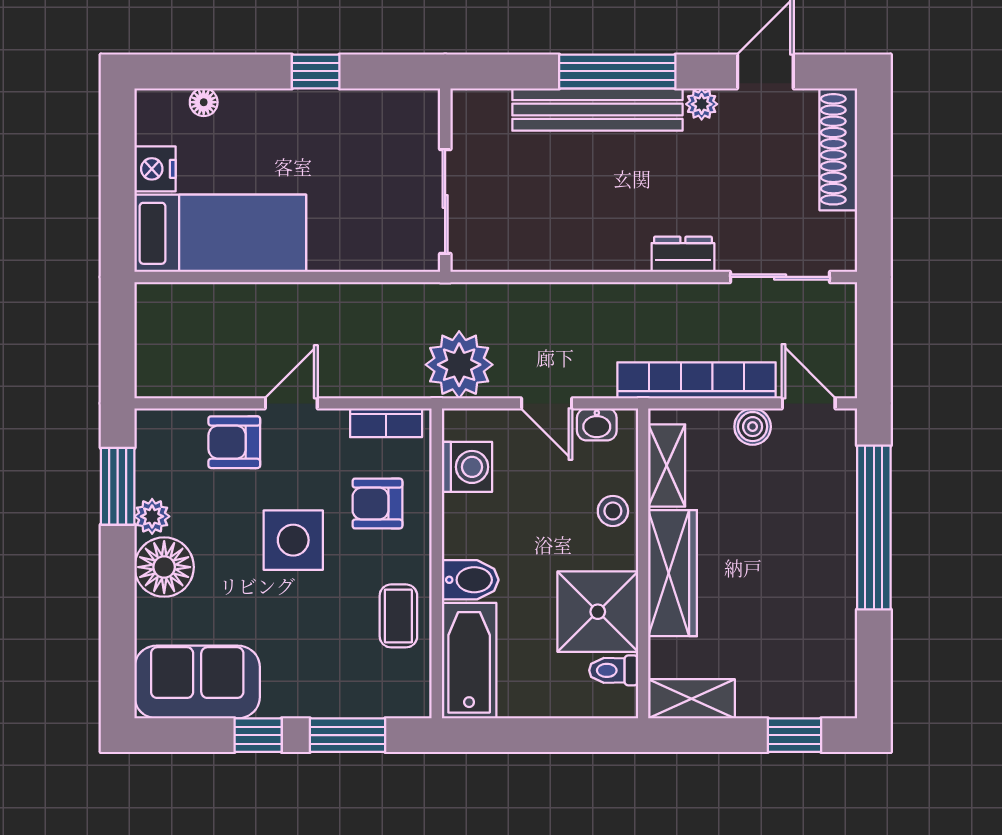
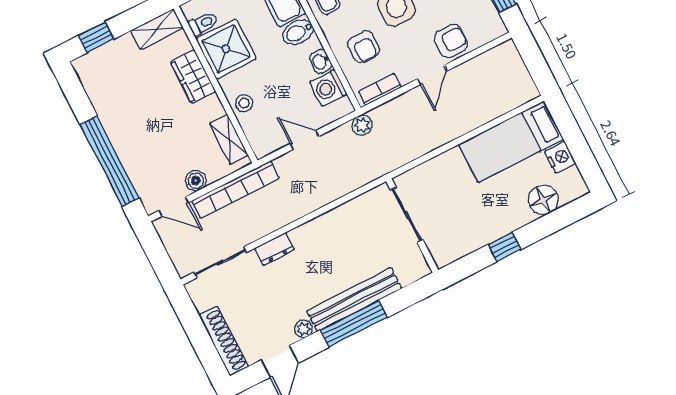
floor lamp: (204, 102) -> (543, 200), width x1.89, depth x1.89
plant: (459, 365) -> (362, 125), width x0.53, depth x0.53
washbasin: (597, 424) -> (321, 61), moved, turned -90
armchair: (377, 504) -> (364, 47), turned 90
wardrobe: (673, 573) -> (193, 77), width x0.67

